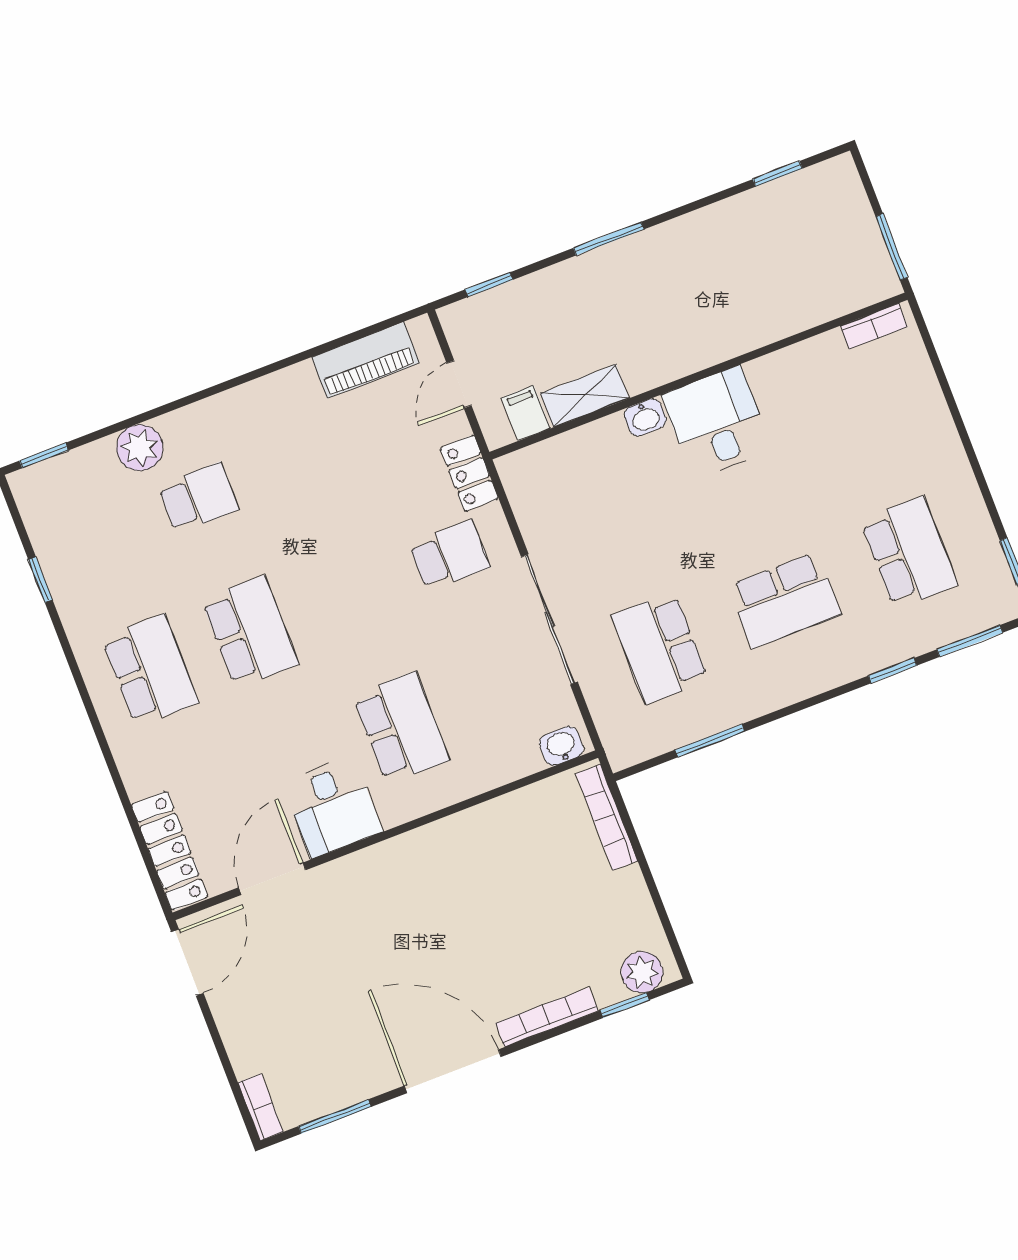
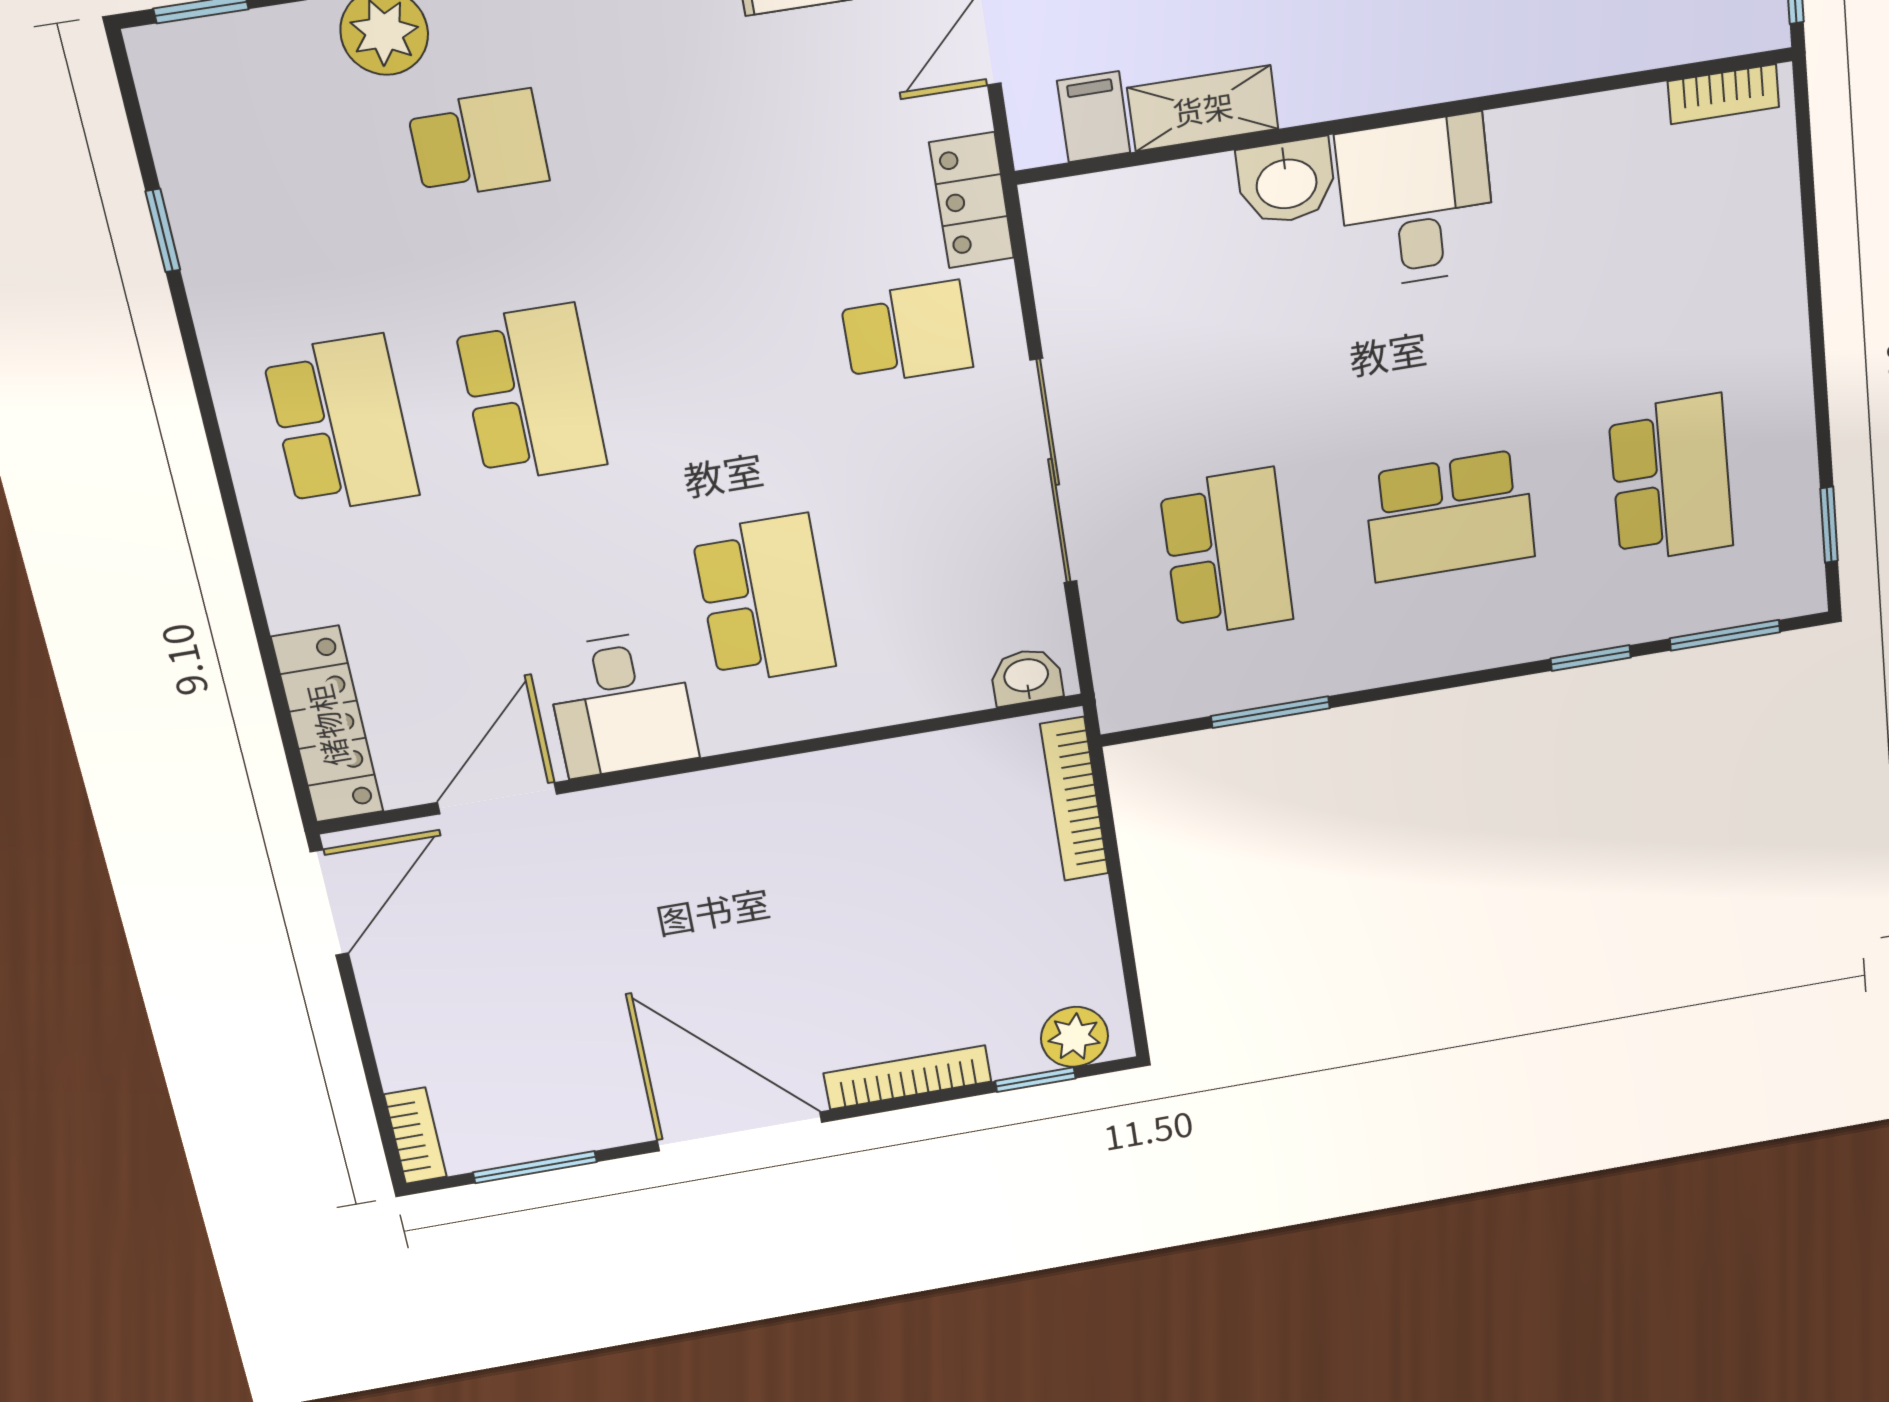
washbasin: (645, 417) -> (1286, 182), width x1.38, depth x1.45
school desk: (660, 648) -> (1227, 553), turned 180

